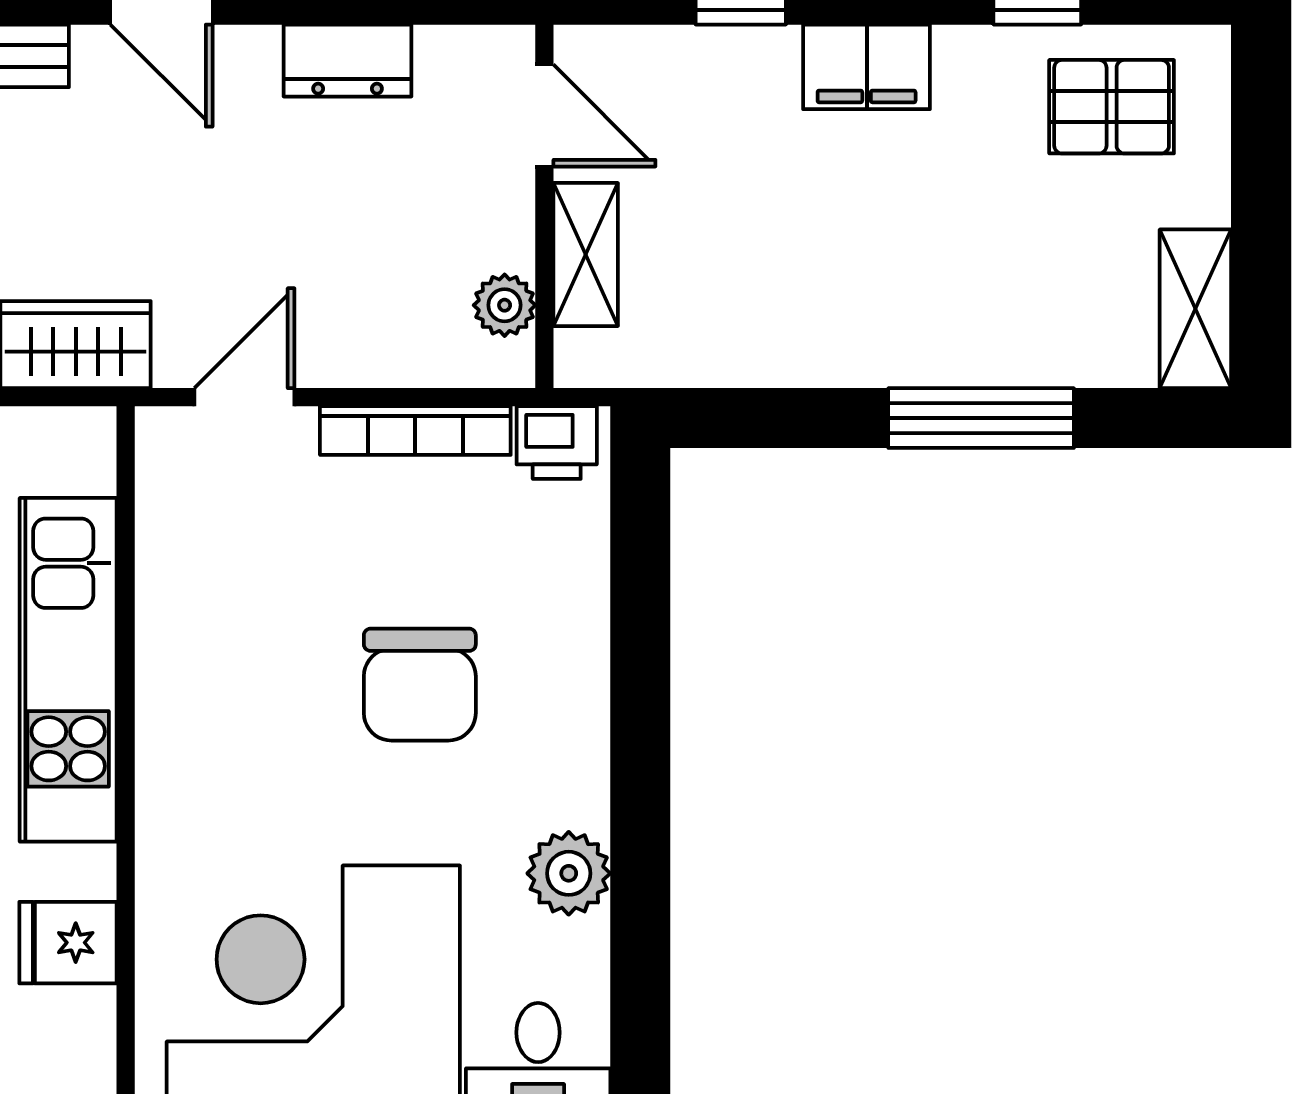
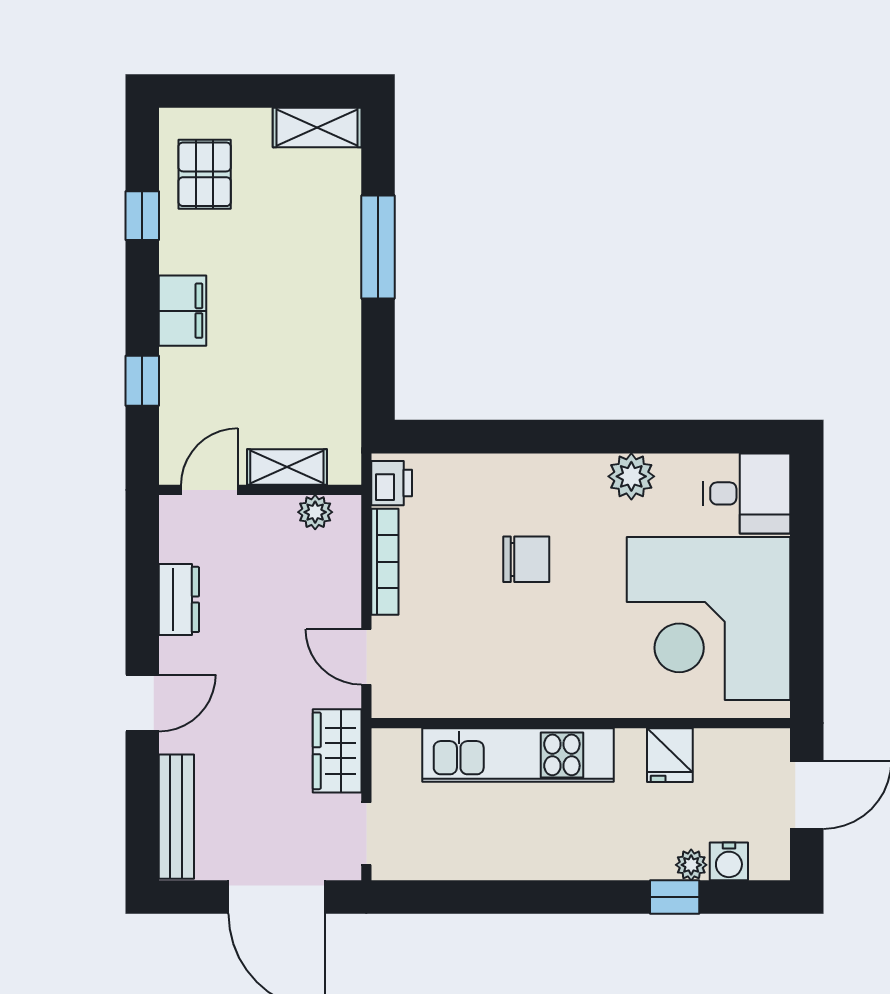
chair: (420, 685) -> (526, 559), width x0.73, depth x0.73

